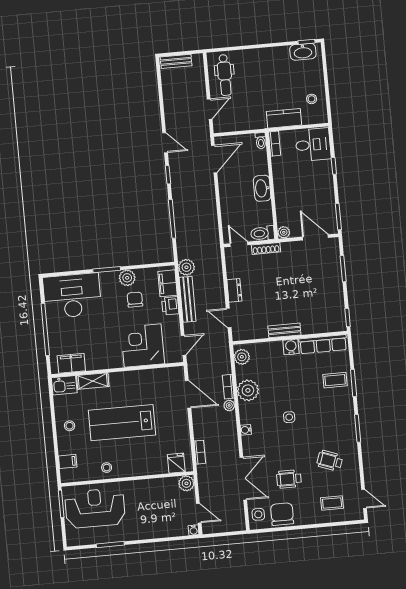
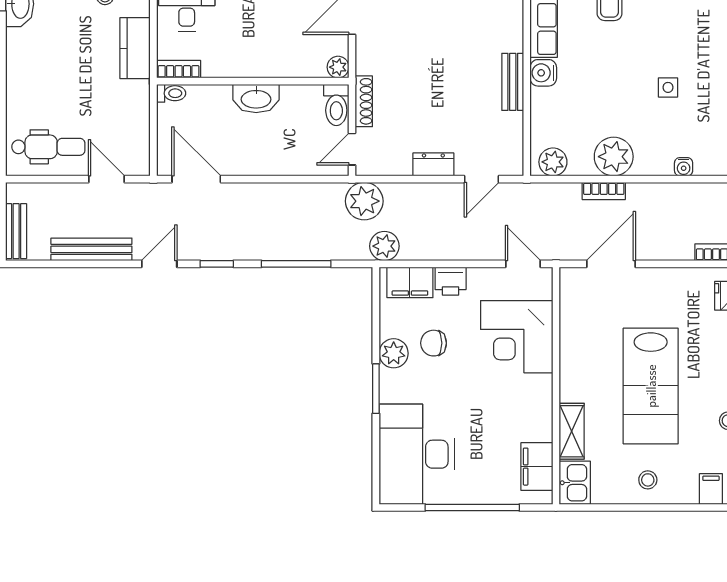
bench: (187, 299) -> (91, 249), moved
plant: (229, 405) -> (364, 201), moved, width x1.88, depth x1.88

